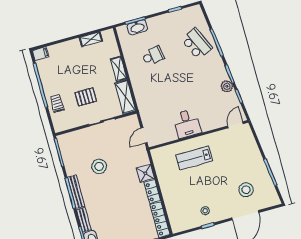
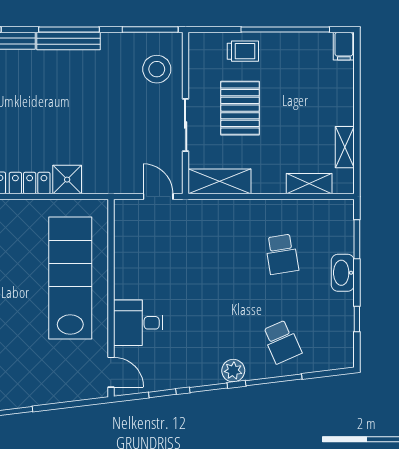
washbasin: (137, 27) -> (343, 273), moved
school desk: (197, 44) -> (282, 342), width x0.54
shelving: (119, 69) -> (309, 184), moved
plant: (227, 86) -> (233, 371), moved
pallet: (86, 97) -> (240, 108), width x1.50, depth x1.42
desk: (187, 124) -> (138, 323), moved
door: (144, 135) -> (158, 197), moved
lab bench: (194, 158) -> (70, 278), width x1.86, depth x1.39
stool: (99, 166) -> (157, 69), moved

